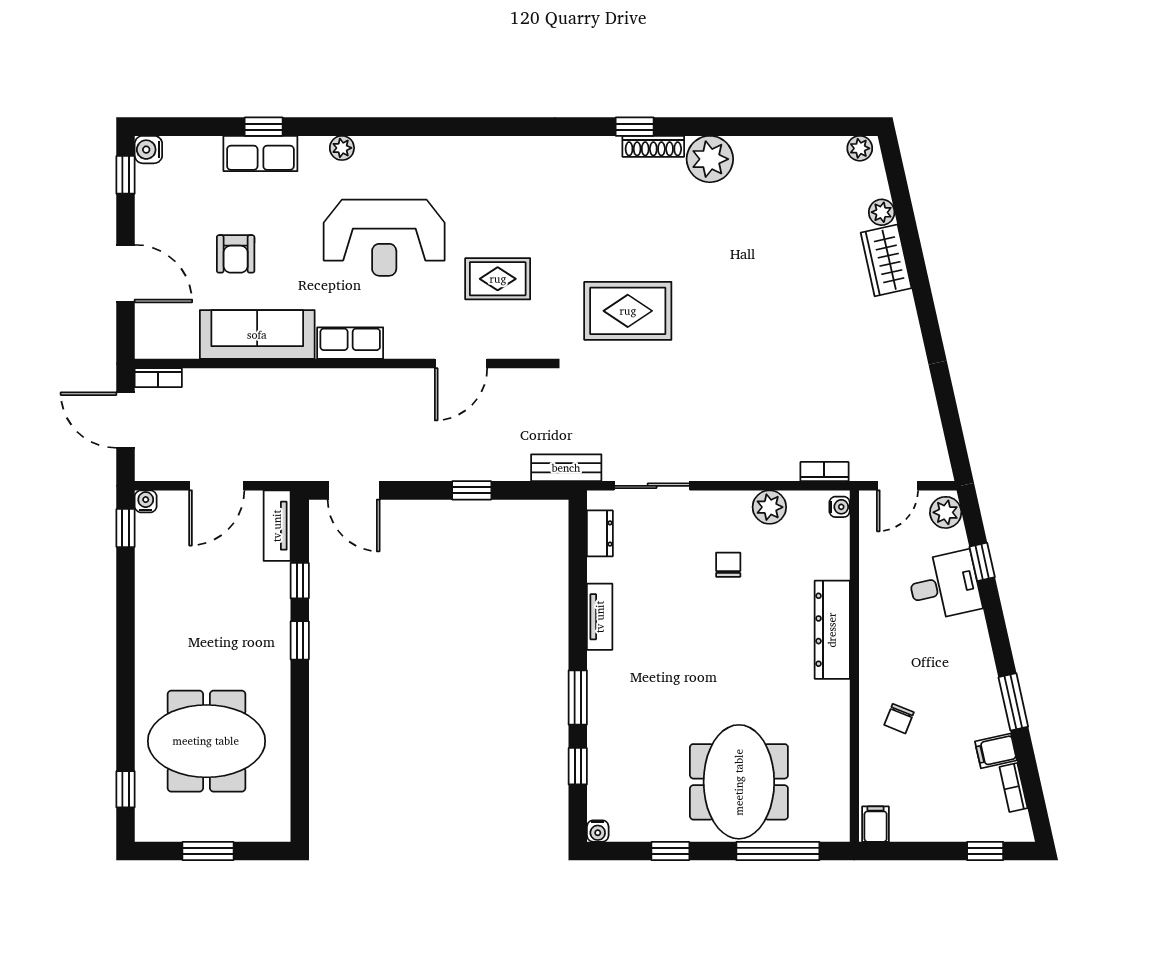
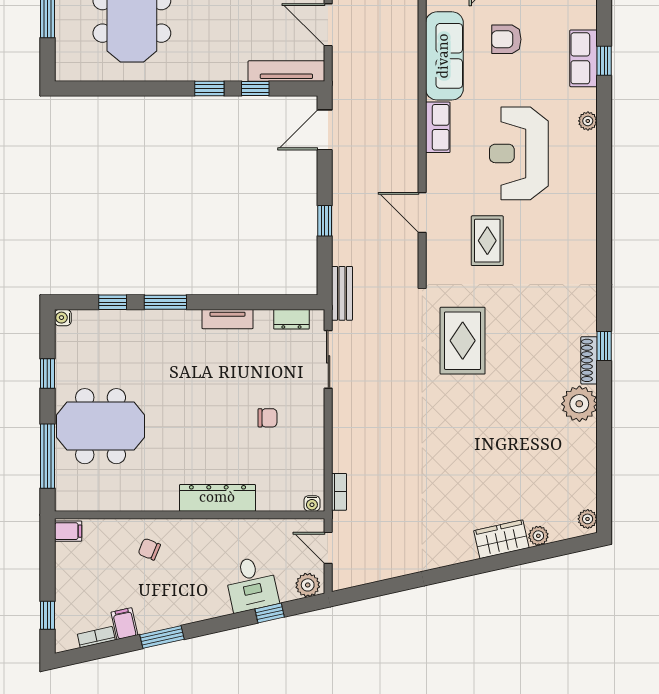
plant: (769, 507) -> (312, 450), removed
tv unit: (277, 526) -> (286, 71), width x1.41

